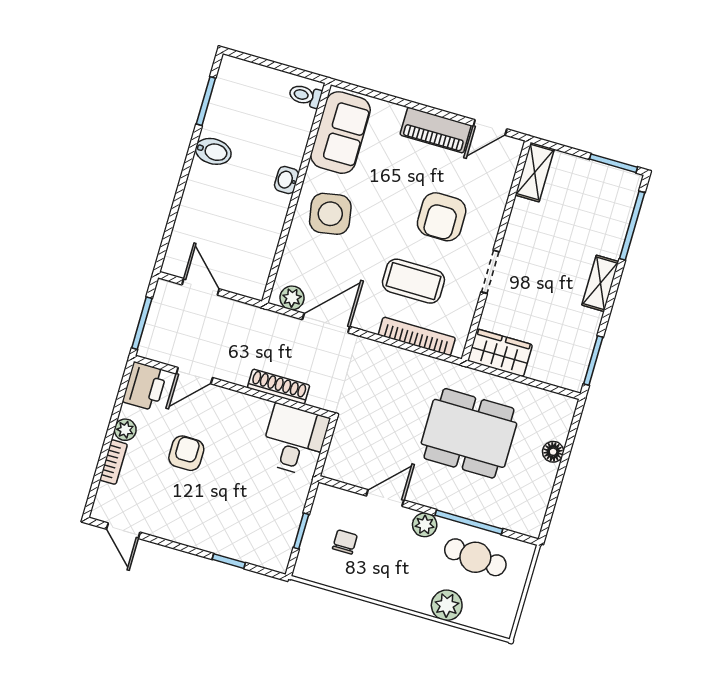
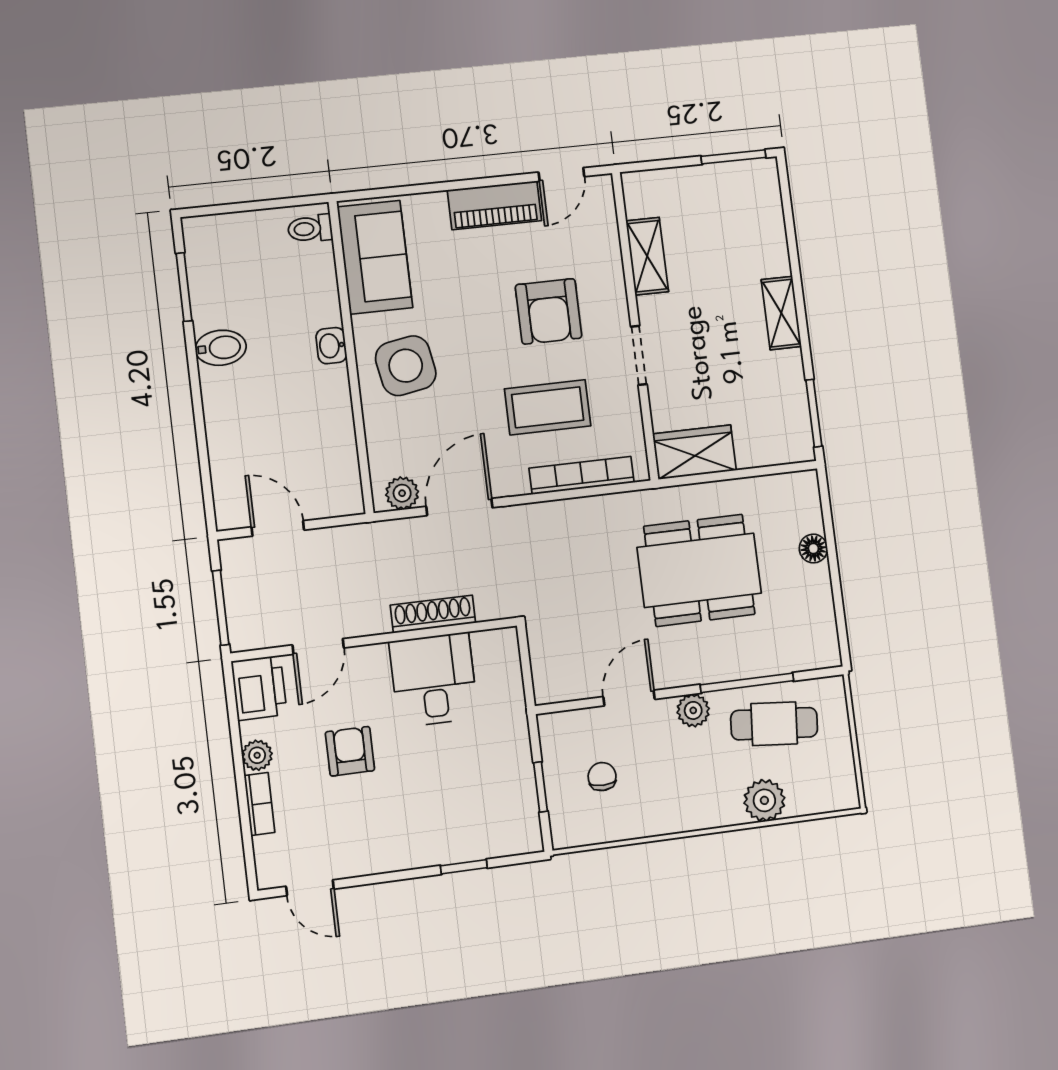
shelving: (535, 172) -> (647, 256), moved
window: (632, 226) -> (790, 225), removed
desk: (295, 440) -> (434, 680), moved

